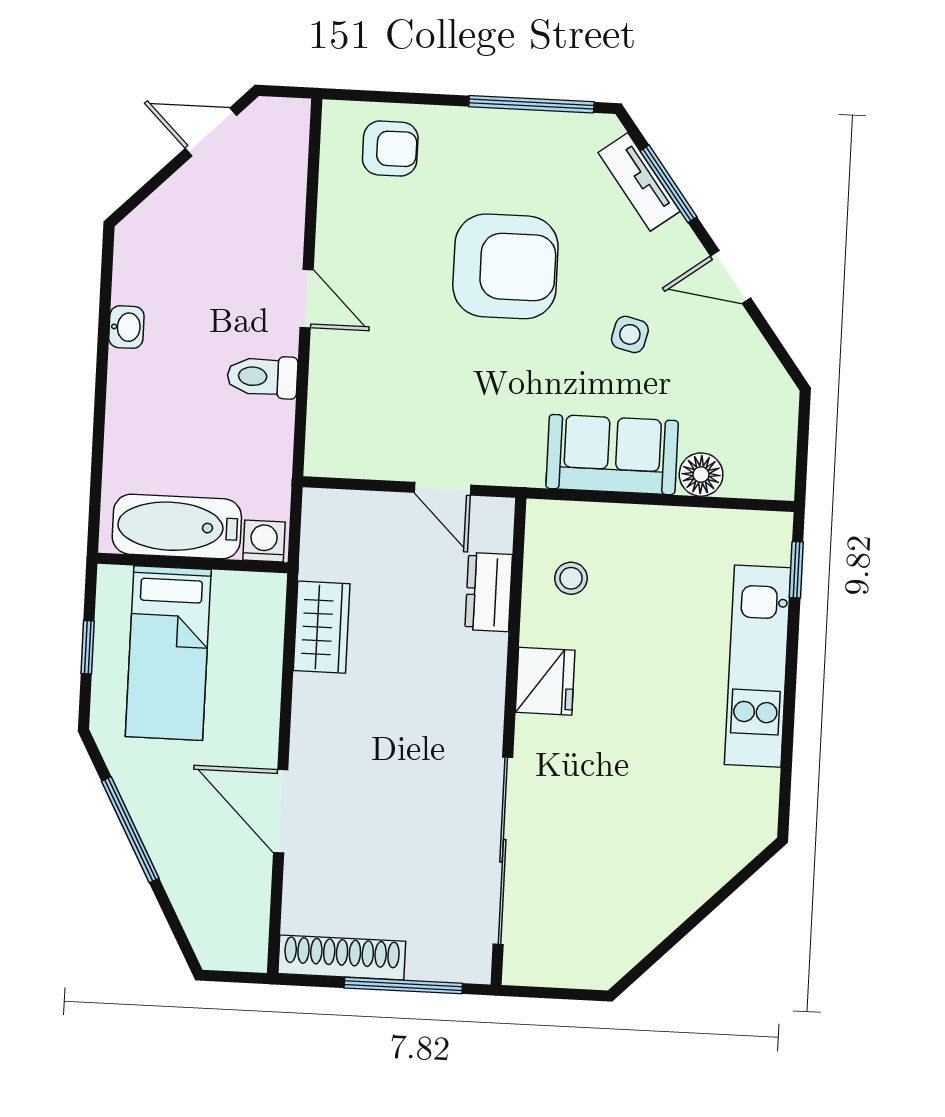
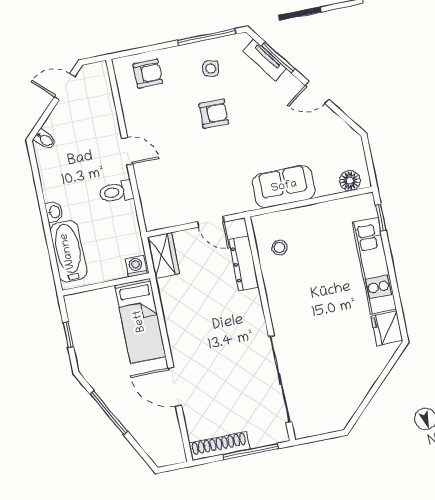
bidet: (143, 231) -> (45, 139), added
armchair: (505, 266) -> (214, 114), width x0.53, depth x0.53
washbasin: (126, 327) -> (54, 212), moved
side table: (630, 334) -> (211, 68), moved
floor lamp: (701, 475) -> (350, 181), moved
bathtub: (177, 527) -> (68, 251), moved, turned 90
dresser: (489, 592) -> (244, 263), width x1.44
wardrobe: (322, 627) -> (163, 255), moved
bed: (168, 653) -> (140, 321), moved
fridge: (545, 681) -> (387, 328), moved, turned 180

